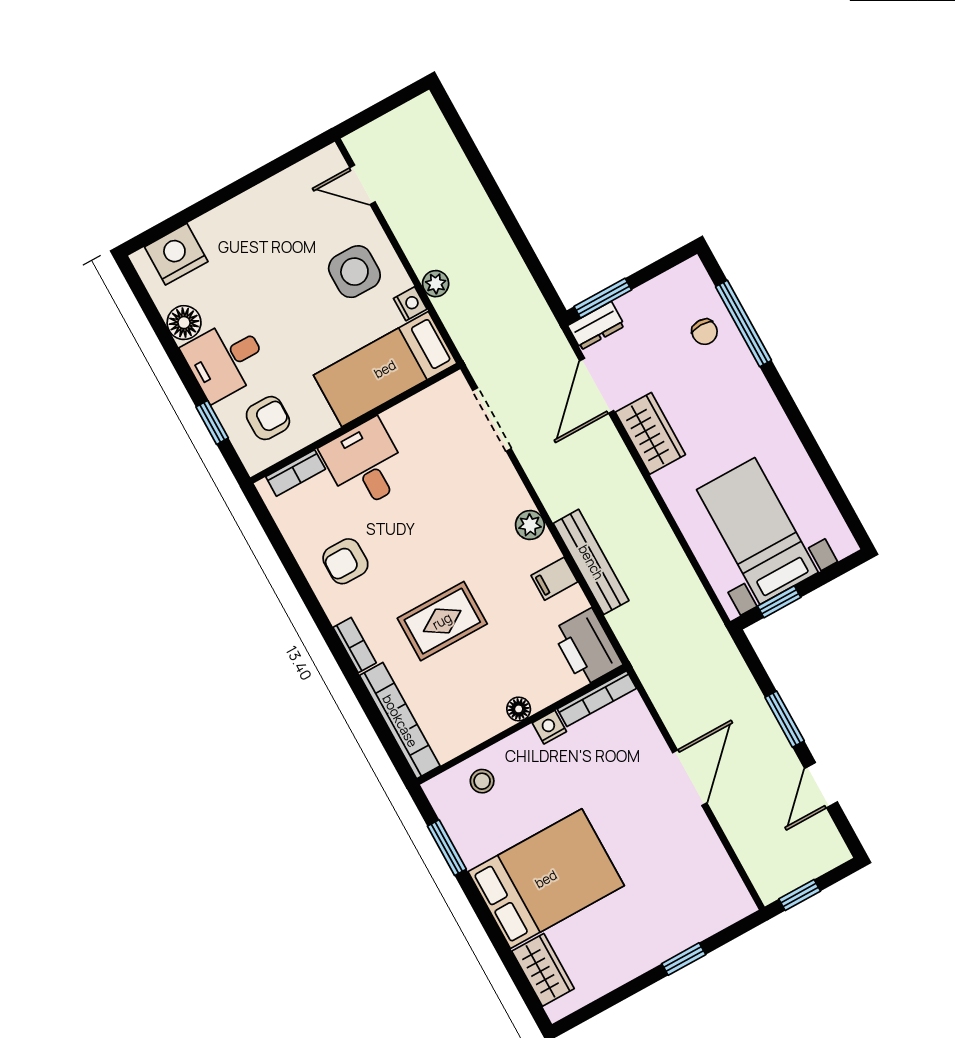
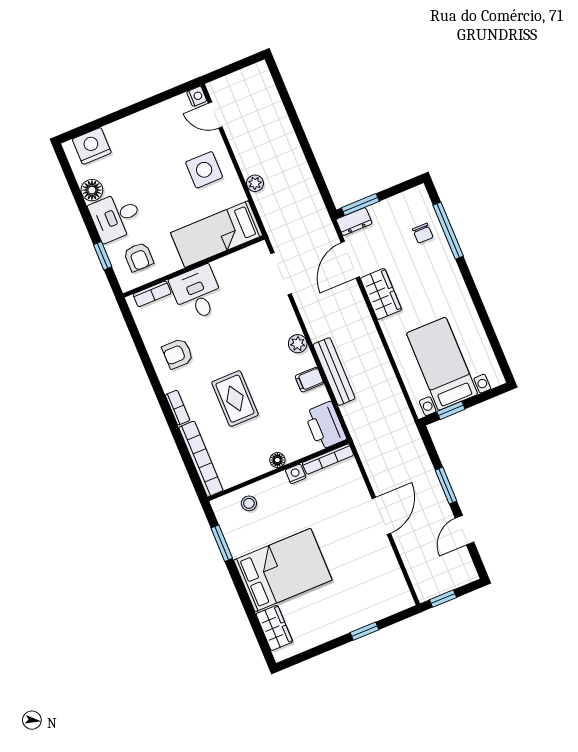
nightstand: (410, 304) -> (197, 96), moved
armchair: (268, 418) -> (139, 257), turned 90
rug: (442, 621) -> (235, 399), turned 90

